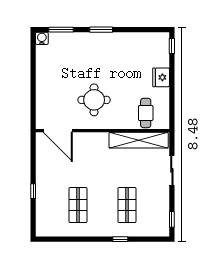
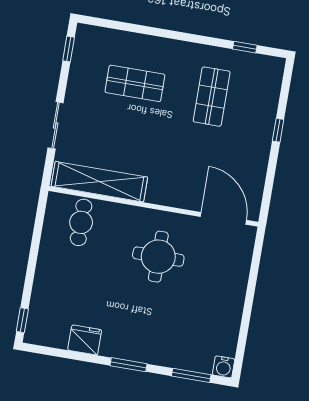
fridge: (161, 77) -> (85, 340), moved, turned -90
shop shelf: (127, 205) -> (135, 83), turned 90
window: (120, 239) -> (245, 47), moved

